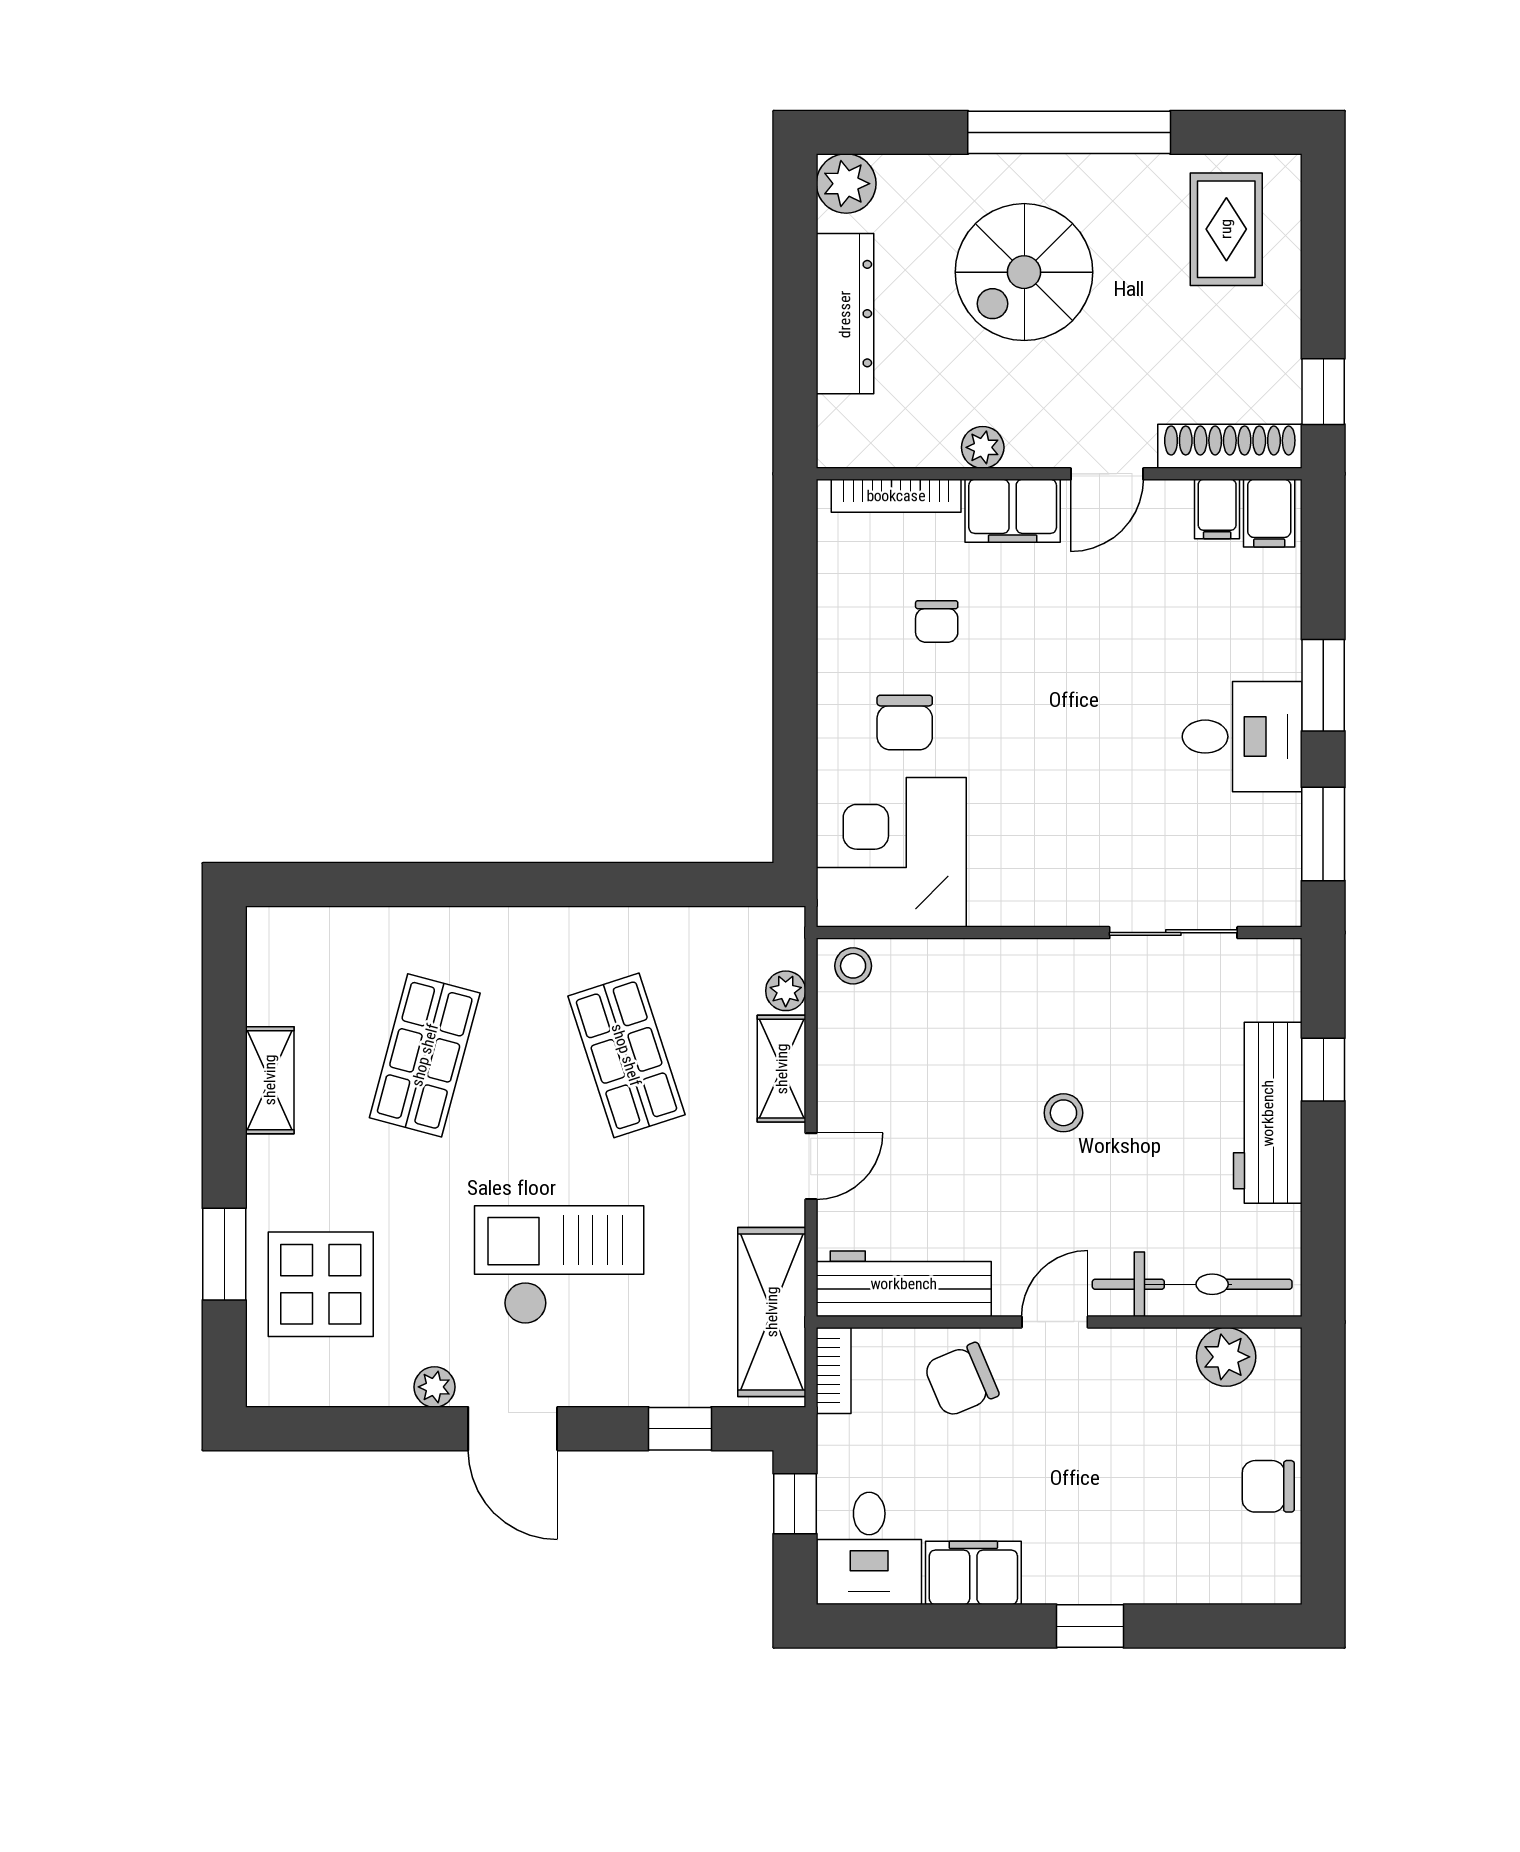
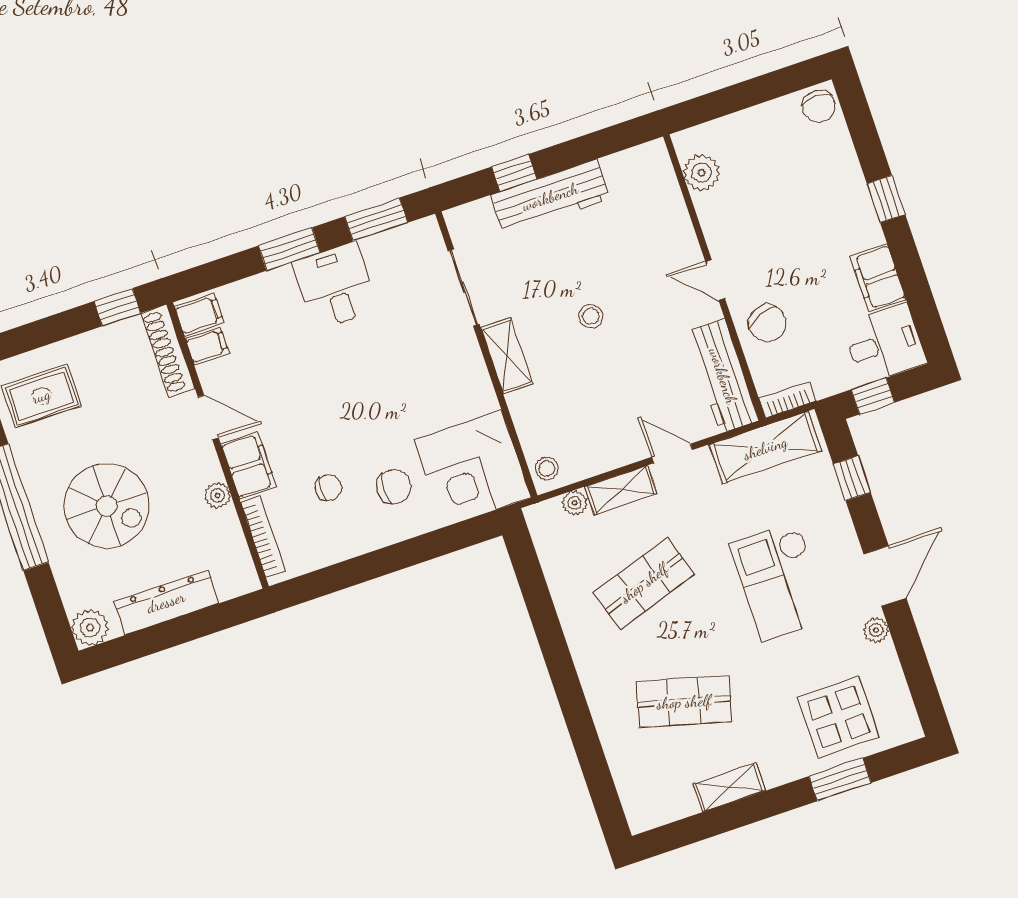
shelving: (1047, 964) -> (507, 356), added
bicycle: (1192, 1284) -> (666, 207), removed
chair: (1268, 1486) -> (819, 106), moved

